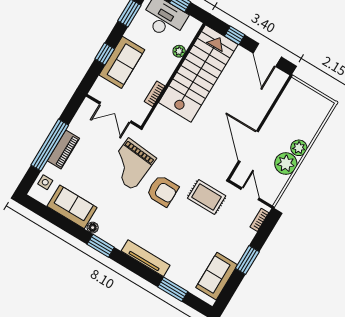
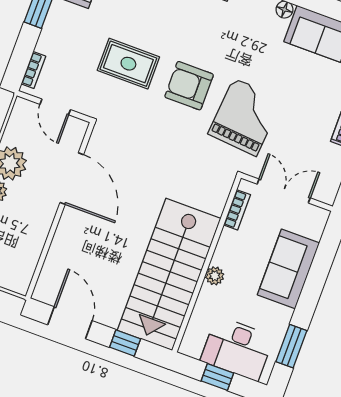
plant: (179, 51) -> (215, 276), moved
window: (105, 54) -> (317, 277), removed
bookcase: (155, 94) -> (237, 210), moved
rug: (207, 197) -> (128, 64), moved

